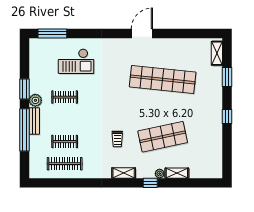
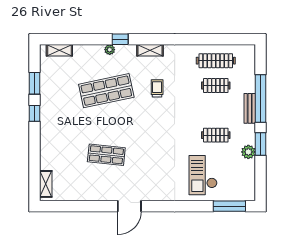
checkout: (76, 61) -> (203, 175), turned -90
window: (227, 77) -> (35, 83), moved
shop shelf: (163, 79) -> (106, 155), width x0.50, depth x0.74
plant: (35, 100) -> (248, 152), moved
shelving: (177, 173) -> (59, 50), moved

